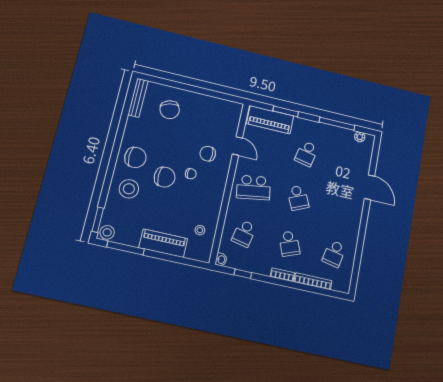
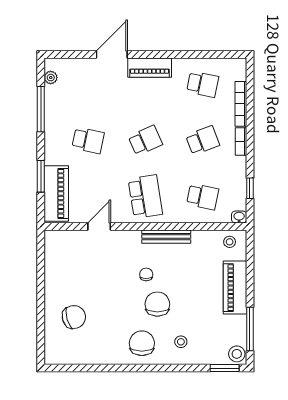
bench: (138, 98) -> (166, 237), moved
chair: (208, 154) -> (117, 260), removed
stool: (129, 189) -> (181, 342), width x0.53, depth x0.53
piano: (354, 214) -> (150, 68), added
stool: (200, 230) -> (230, 242), moved

